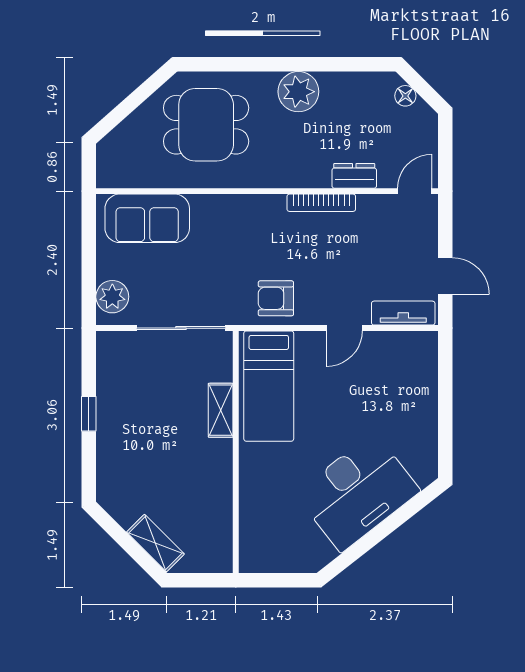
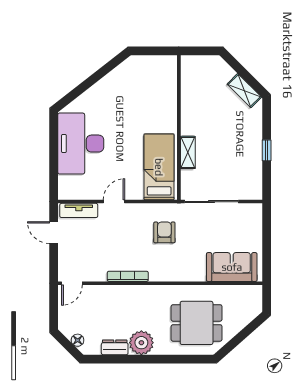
dresser: (354, 176) -> (115, 347), moved, turned 180
plant: (112, 297) -> (253, 220), removed
armchair: (276, 298) -> (164, 232), moved, turned -90
desk: (358, 492) -> (81, 144), moved, turned -52
shelving: (155, 543) -> (244, 91), moved

